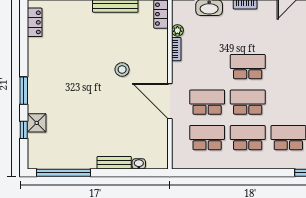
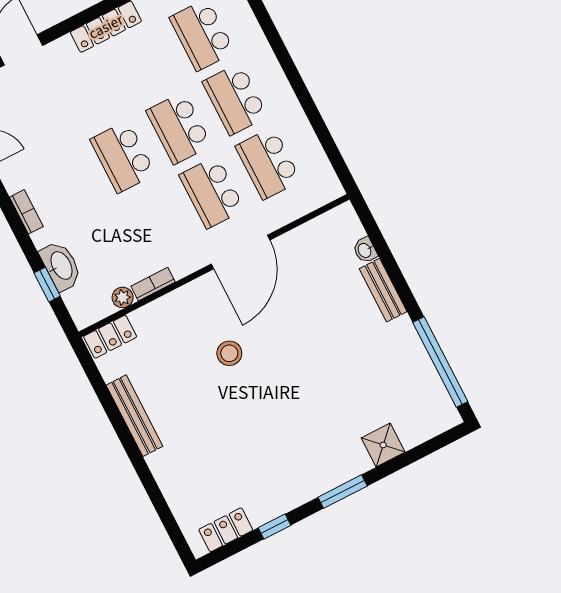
window: (24, 130) -> (274, 526), moved

